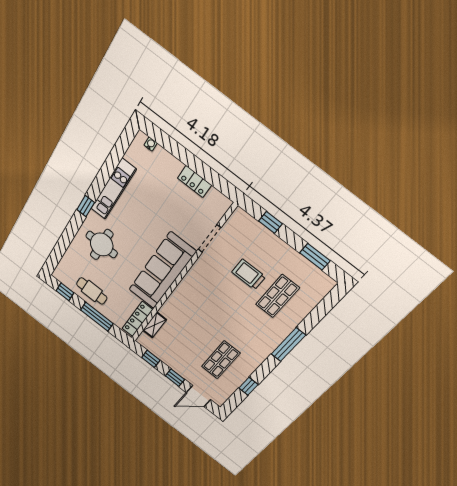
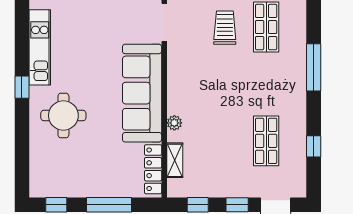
trolley: (249, 274) -> (225, 28), turned 90
cafe table: (92, 291) -> (85, 178), removed
plant: (170, 304) -> (174, 123), added

